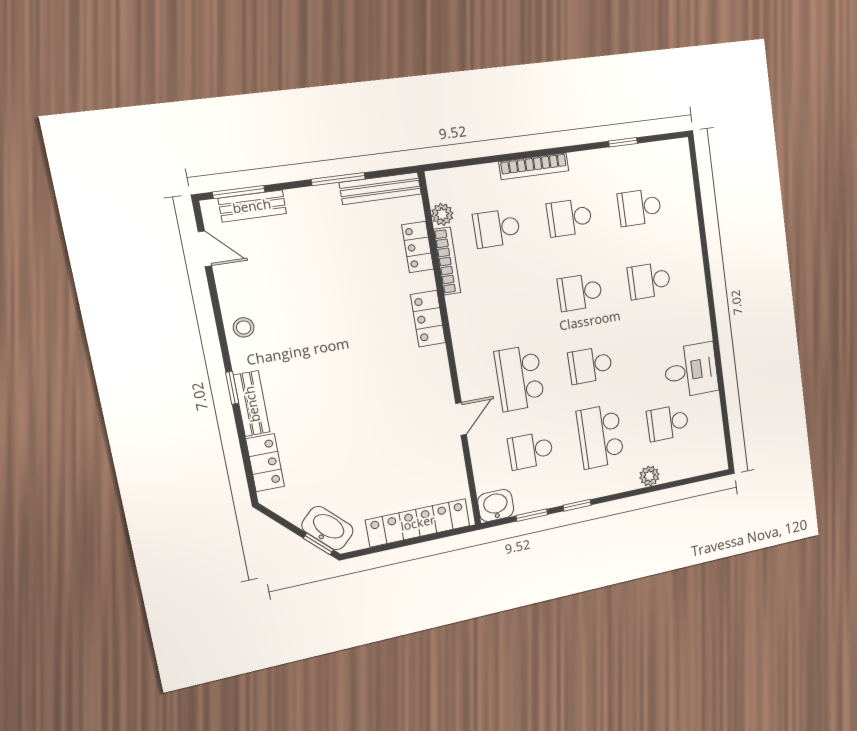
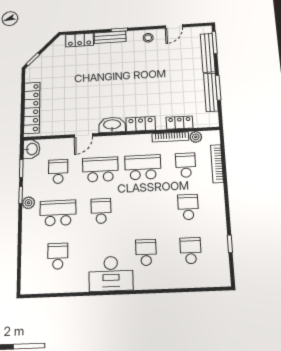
bookcase: (534, 166) -> (217, 164), moved
bench: (380, 188) -> (211, 92), moved
bench: (252, 206) -> (208, 53), width x1.36
door: (205, 249) -> (174, 26), moved
school desk: (580, 292) -> (143, 167), moved, width x1.85
desk: (691, 370) -> (111, 274), moved, width x1.37
door: (461, 419) -> (83, 135), hinge flipped
plant: (649, 476) -> (28, 203), moved
washbasin: (327, 528) -> (112, 125), moved, turned -135

